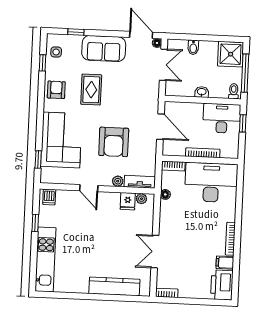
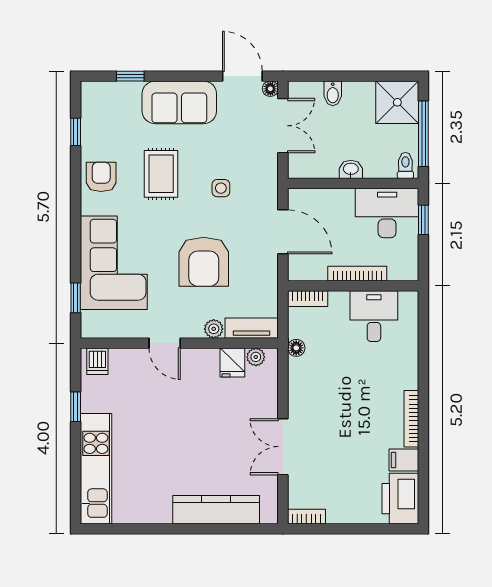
side table: (56, 52) -> (221, 188), moved
desk: (211, 182) -> (374, 316), width x0.53, depth x0.77

